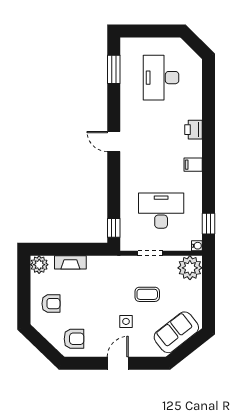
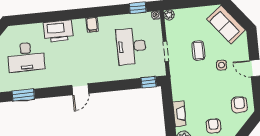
printer: (193, 130) -> (58, 31), width x1.87, depth x1.48
plant: (190, 268) -> (169, 15), width x0.53, depth x0.53

